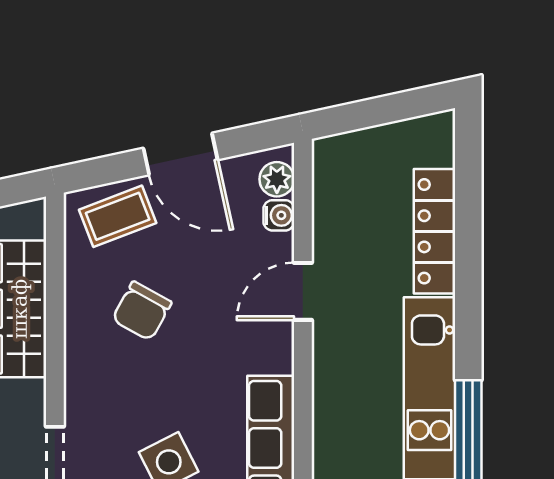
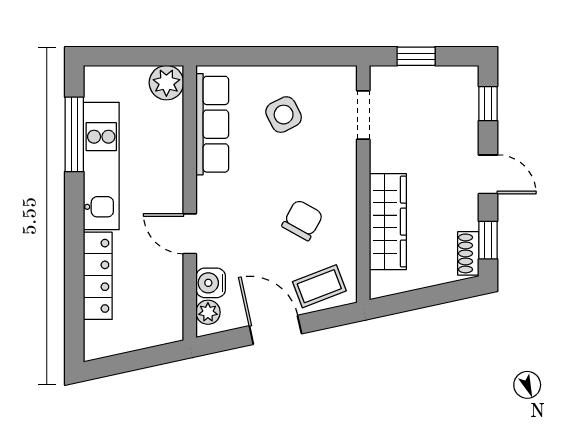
water cooler: (279, 215) -> (211, 283), width x1.38, depth x1.38
door: (303, 291) -> (190, 234), swing flipped

